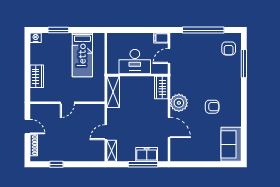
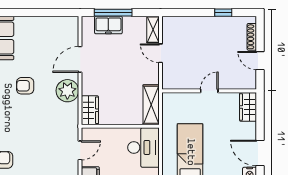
door: (27, 54) -> (260, 153), added
desk: (135, 62) -> (143, 147), moved, turned 90
wardrobe: (37, 76) -> (248, 107), moved
door: (169, 127) -> (80, 59), hinge flipped
door: (106, 132) -> (161, 53), swing flipped

